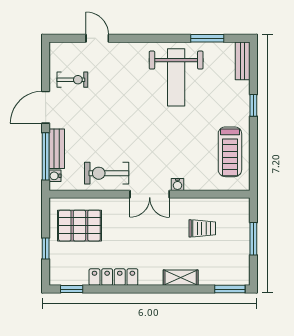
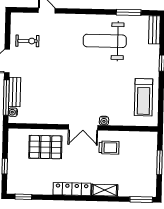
weight bench: (176, 77) -> (105, 41), turned 90
exercise bike: (107, 173) -> (51, 111), removed
pallet: (79, 226) -> (45, 147), moved
trolley: (202, 228) -> (109, 148), moved
locker: (113, 277) -> (72, 189), moved

